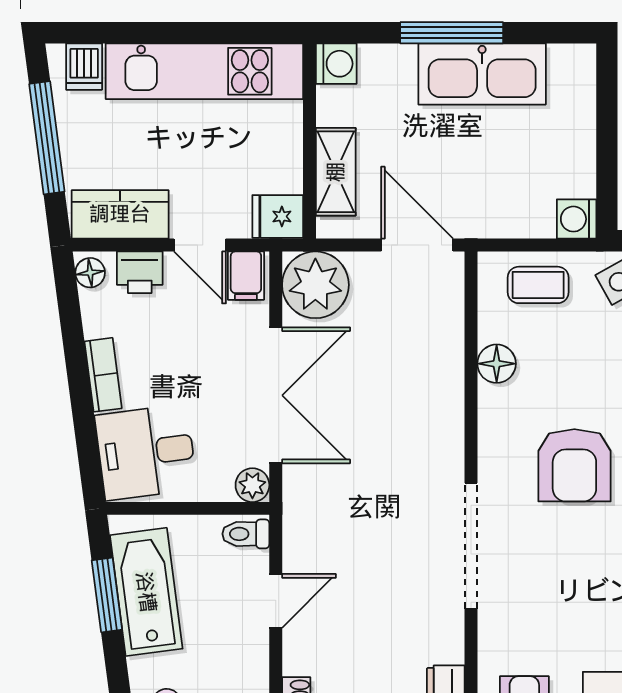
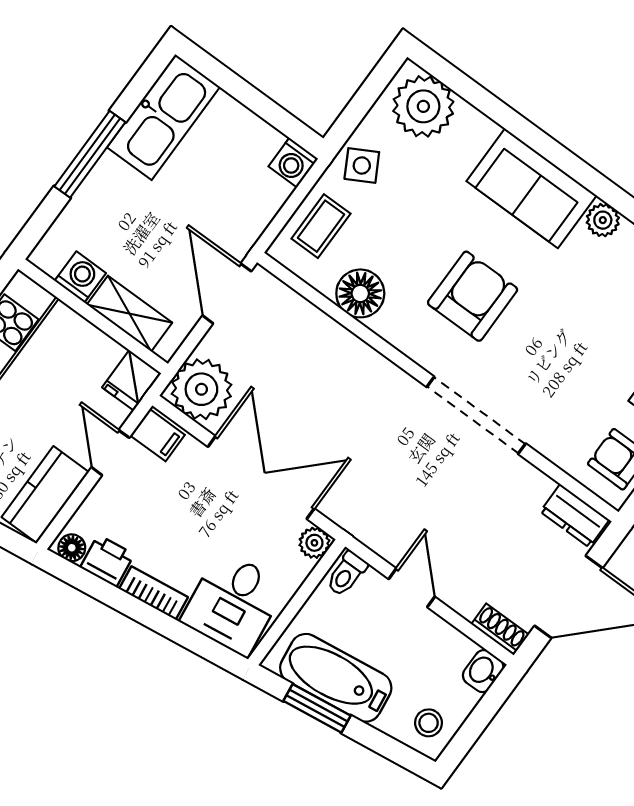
washing machine: (336, 64) -> (80, 277), moved
kitchen sink: (482, 74) -> (163, 117), moved
door: (200, 245) -> (110, 453), swing flipped
door: (417, 245) -> (227, 293), hinge flipped
printer: (140, 272) -> (107, 561), moved, turned -97
floor lamp: (497, 364) -> (360, 293), width x1.38, depth x1.38
armchair: (574, 465) -> (473, 296), turned -90

